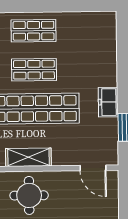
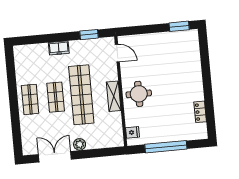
freezer: (108, 102) -> (59, 48), moved
door: (93, 168) -> (117, 53), hinge flipped

